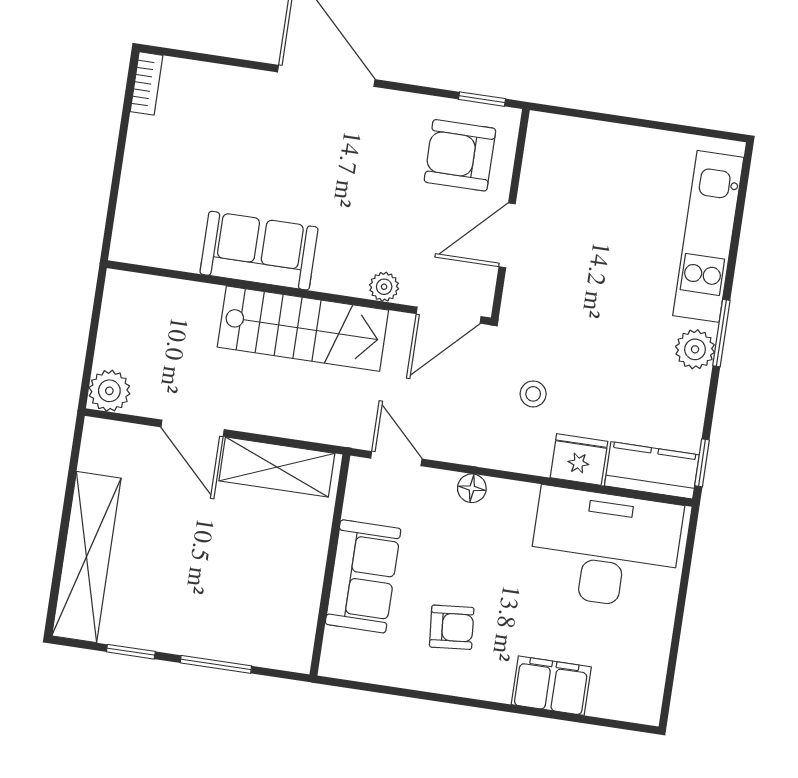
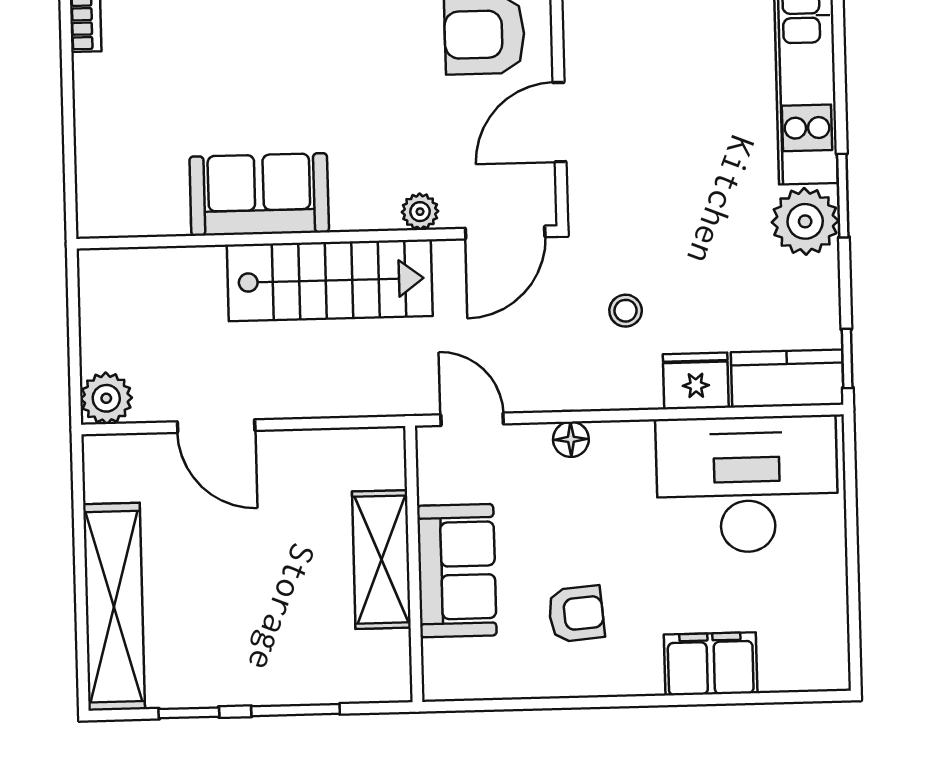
plant: (695, 349) -> (805, 221), width x1.36, depth x1.36
shelving: (277, 467) -> (381, 560), moved, turned 90

